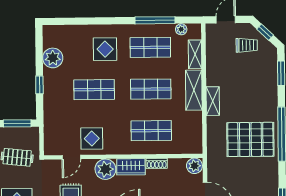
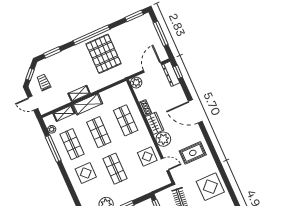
shelving: (213, 101) -> (79, 93), moved

